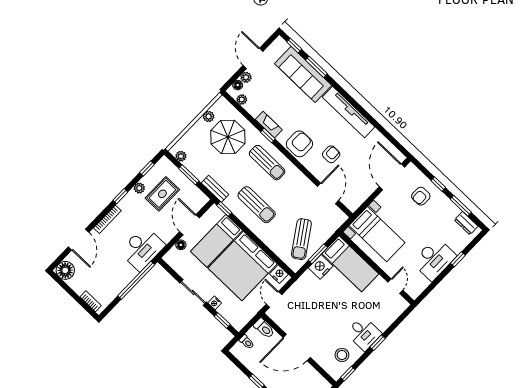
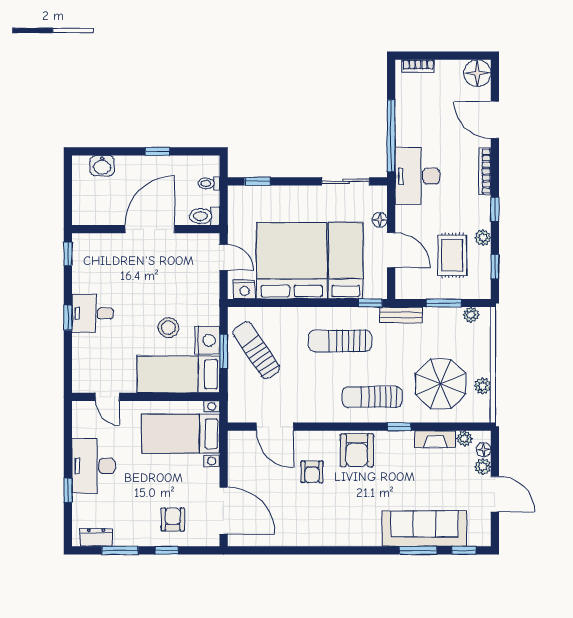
tv unit: (349, 112) -> (337, 535), removed
fireplace: (269, 125) -> (435, 439), moved
sliding door: (193, 292) -> (346, 181), moved
nightstand: (215, 303) -> (284, 192), removed
stool: (342, 355) -> (168, 328), moved

